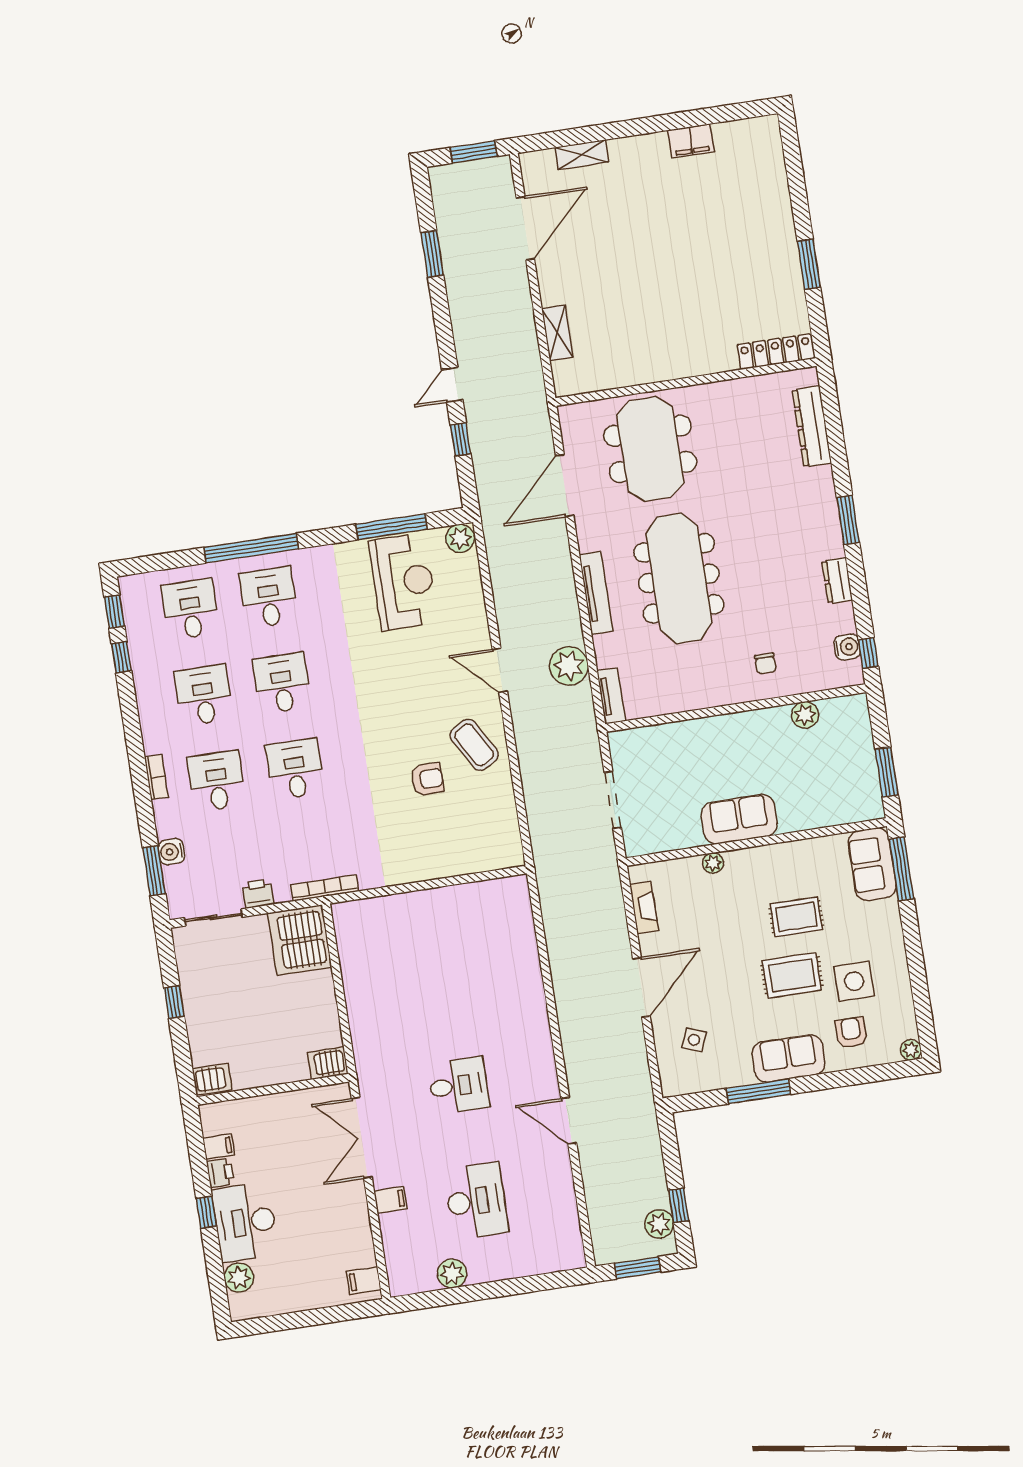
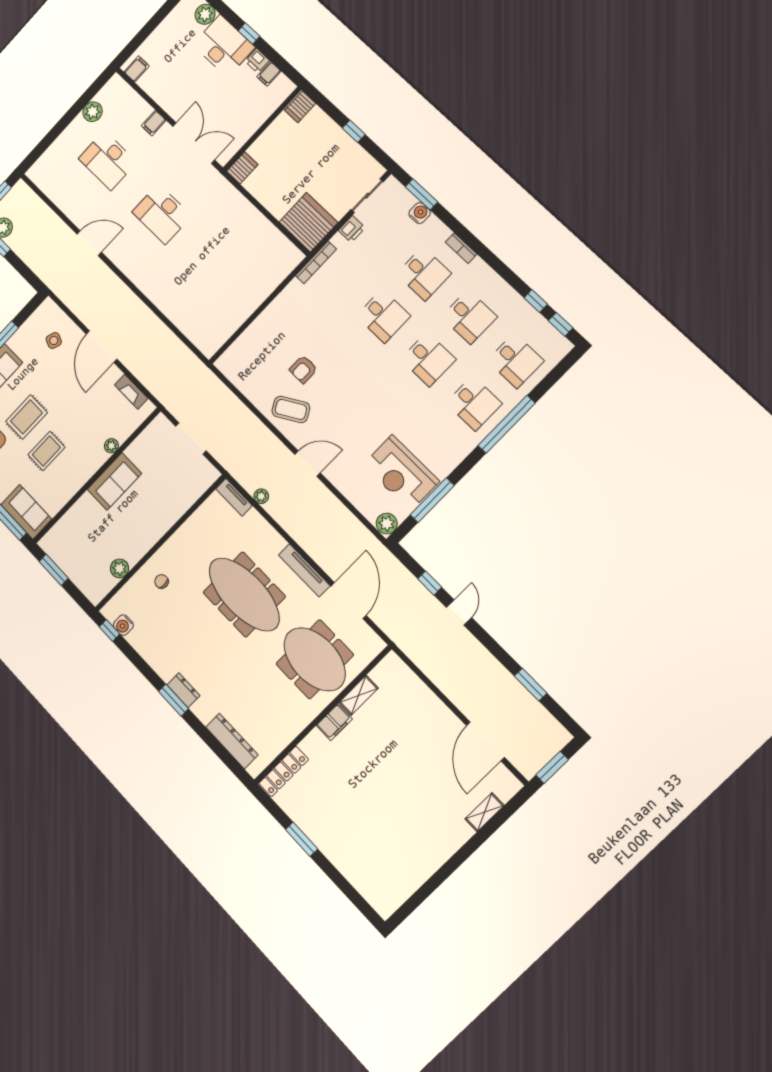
filing cabinet: (691, 141) -> (334, 722), moved, turned 180
shelving: (557, 333) -> (359, 695), moved, turned 90
dresser: (837, 581) -> (183, 690), moved
tv unit: (596, 593) -> (304, 570), moved
plant: (569, 666) -> (261, 496), width x0.53, depth x0.53
desk: (459, 1086) -> (162, 214), width x1.37

